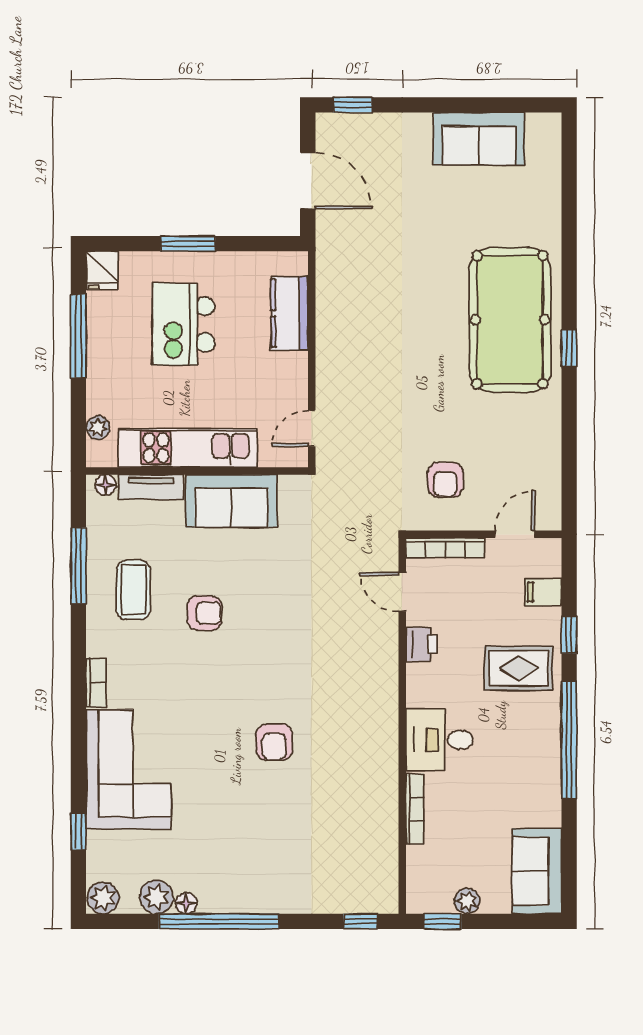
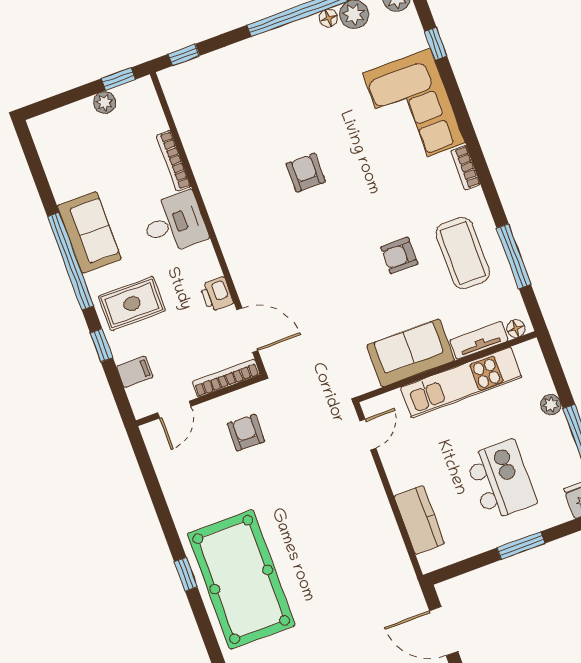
plant: (98, 428) -> (551, 405), moved
coffee table: (133, 590) -> (463, 253), width x1.36, depth x1.32
door: (402, 592) -> (247, 330), width x1.37
sofa: (537, 871) -> (89, 232), moved

